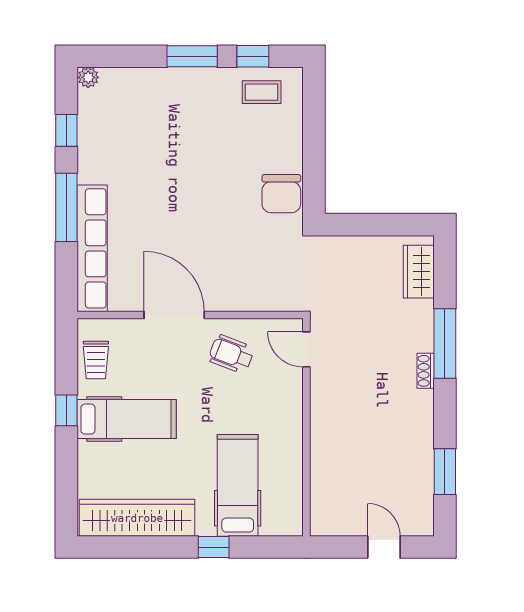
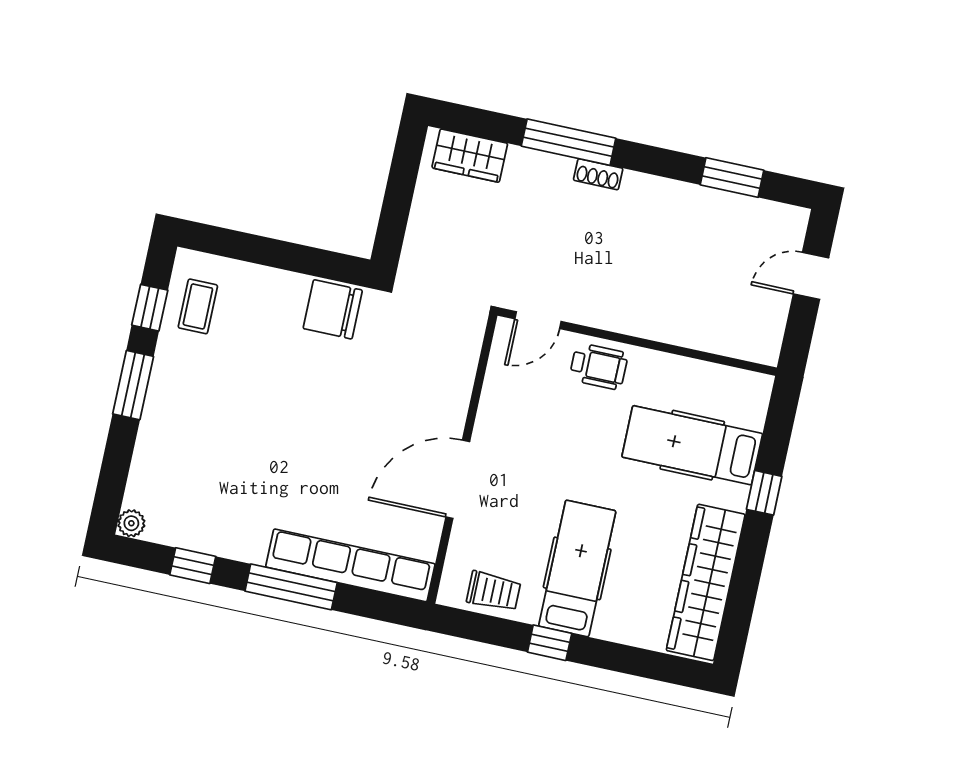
chair: (281, 194) -> (333, 309), turned 180
wheelchair: (231, 354) -> (599, 366), moved, turned -111

